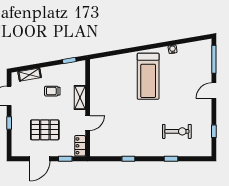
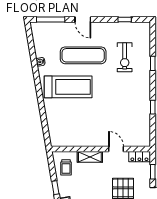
window: (69, 60) -> (55, 188), moved
trolley: (52, 91) -> (66, 167), moved
exercise mat: (179, 91) -> (83, 55), added
exercise bike: (177, 131) -> (125, 57), turned 180

